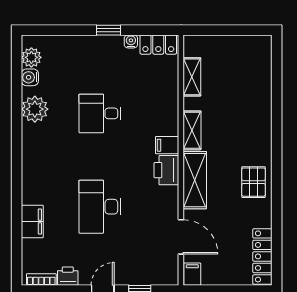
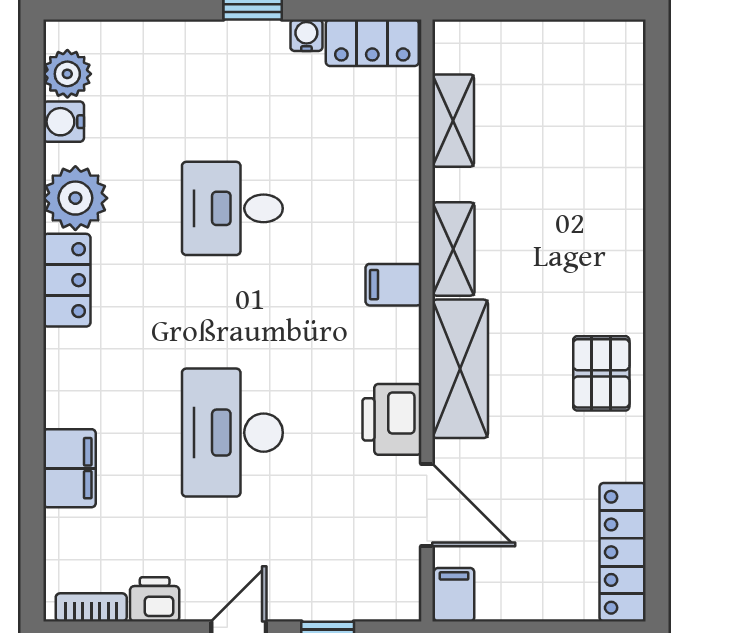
locker: (31, 143) -> (67, 280), added
printer: (166, 170) -> (392, 419), moved

